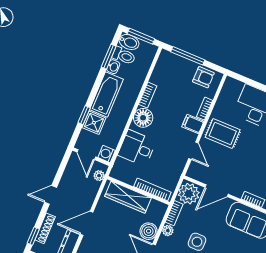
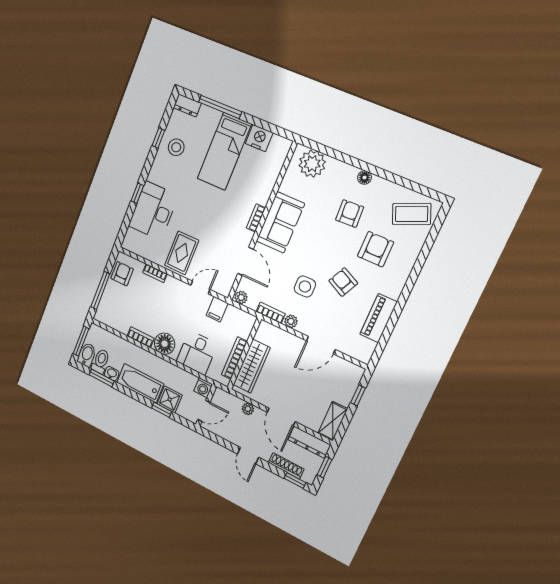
filing cabinet: (193, 124) -> (217, 309), moved
plant: (99, 176) -> (248, 409), moved
bookcase: (152, 189) -> (234, 358), moved
plant: (189, 194) -> (241, 297), width x0.53, depth x0.53
boiler: (149, 231) -> (291, 344), removed

